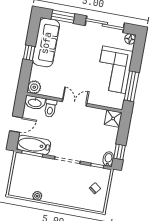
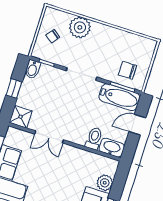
plant: (34, 87) -> (105, 183), moved
double door: (74, 102) -> (49, 137), moved
window: (119, 152) -> (14, 88), moved
chair: (30, 168) -> (128, 70), added
plant: (37, 196) -> (80, 27), moved, width x1.88, depth x1.88

